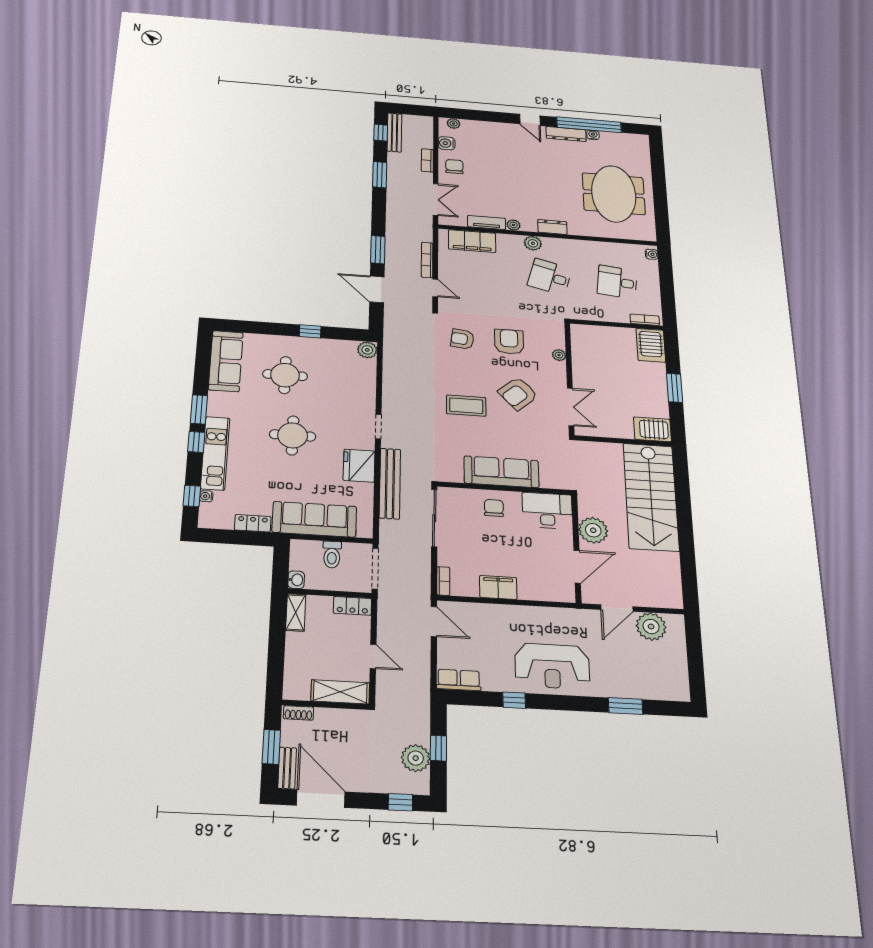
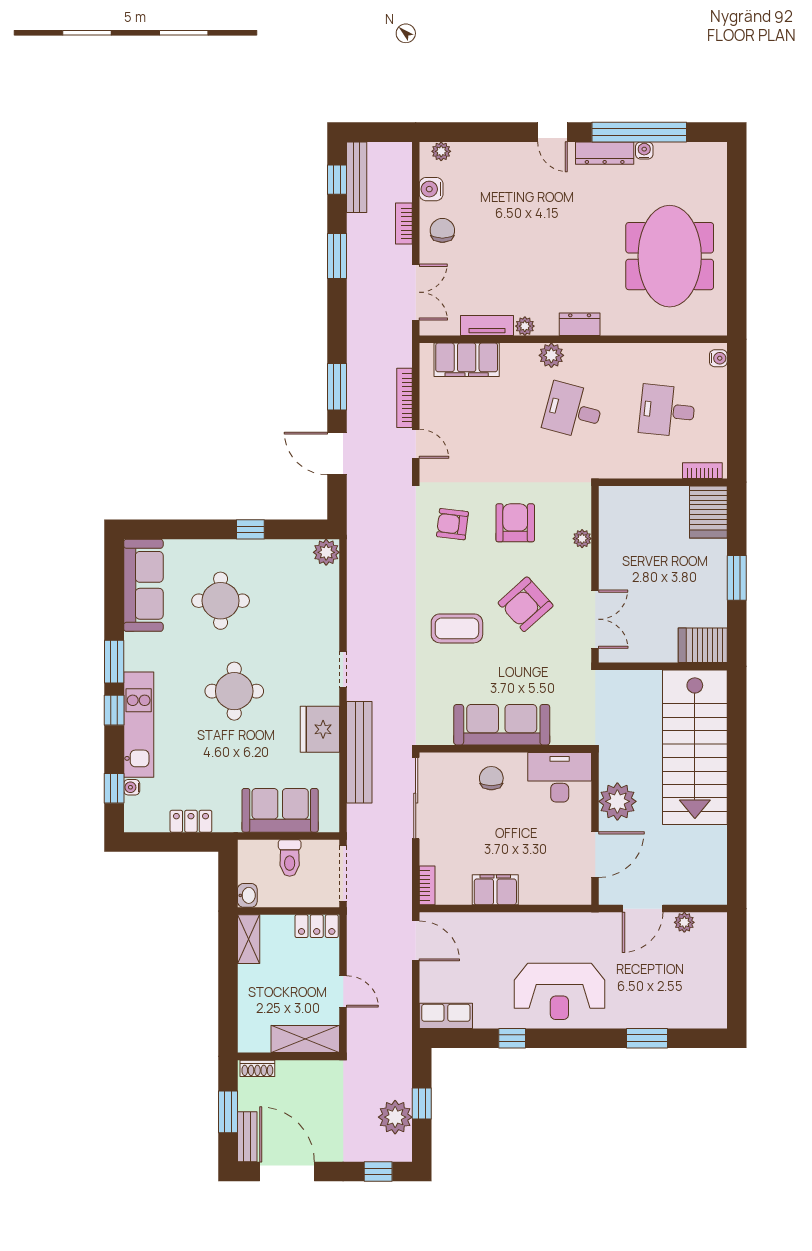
sofa: (314, 519) -> (280, 810), width x0.73
plant: (651, 627) -> (684, 922), width x0.53, depth x0.53

